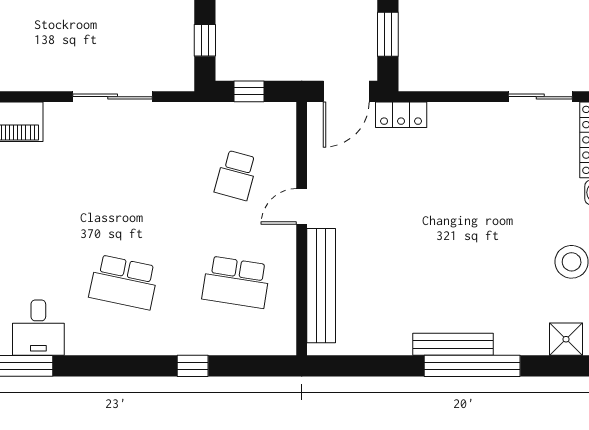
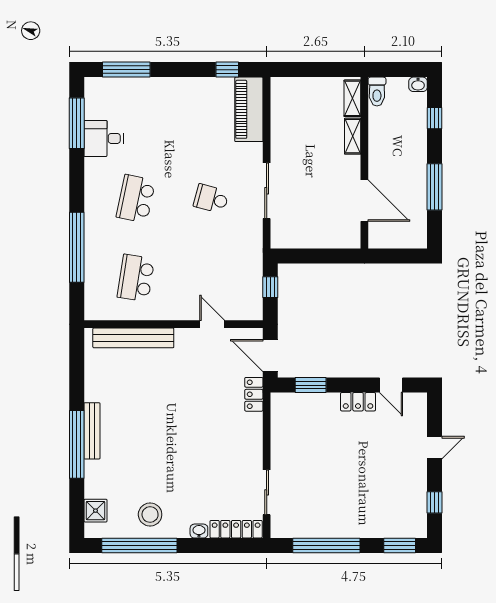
window: (205, 40) -> (306, 256), removed
school desk: (236, 175) -> (211, 199), moved
door: (302, 206) -> (212, 324), moved
window: (193, 366) -> (77, 247), width x3.17

